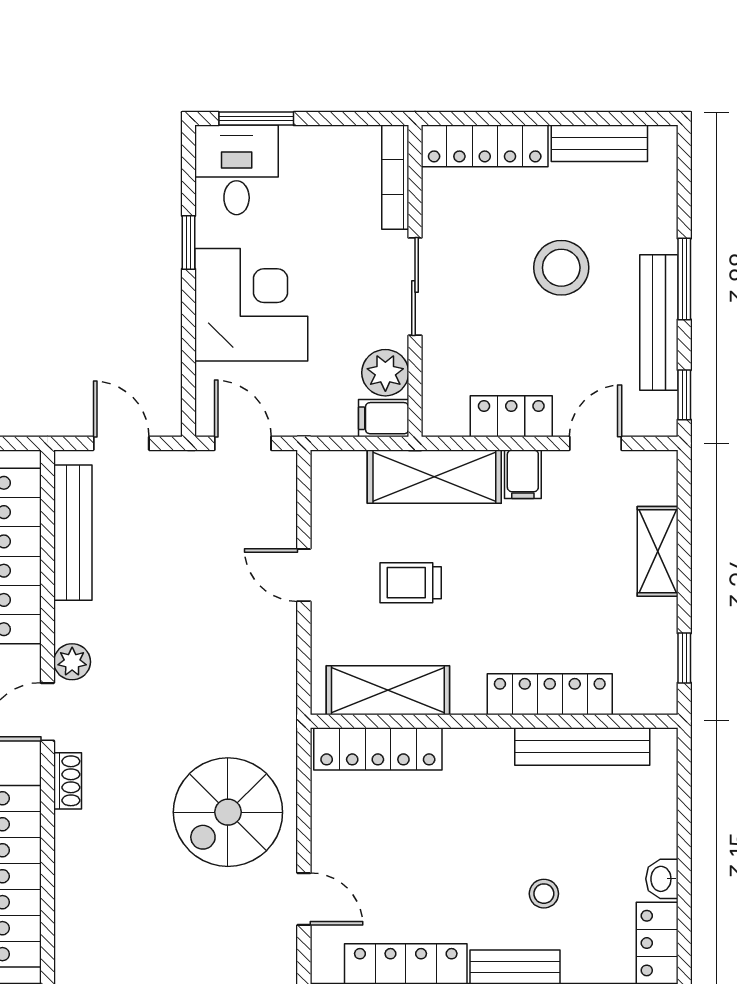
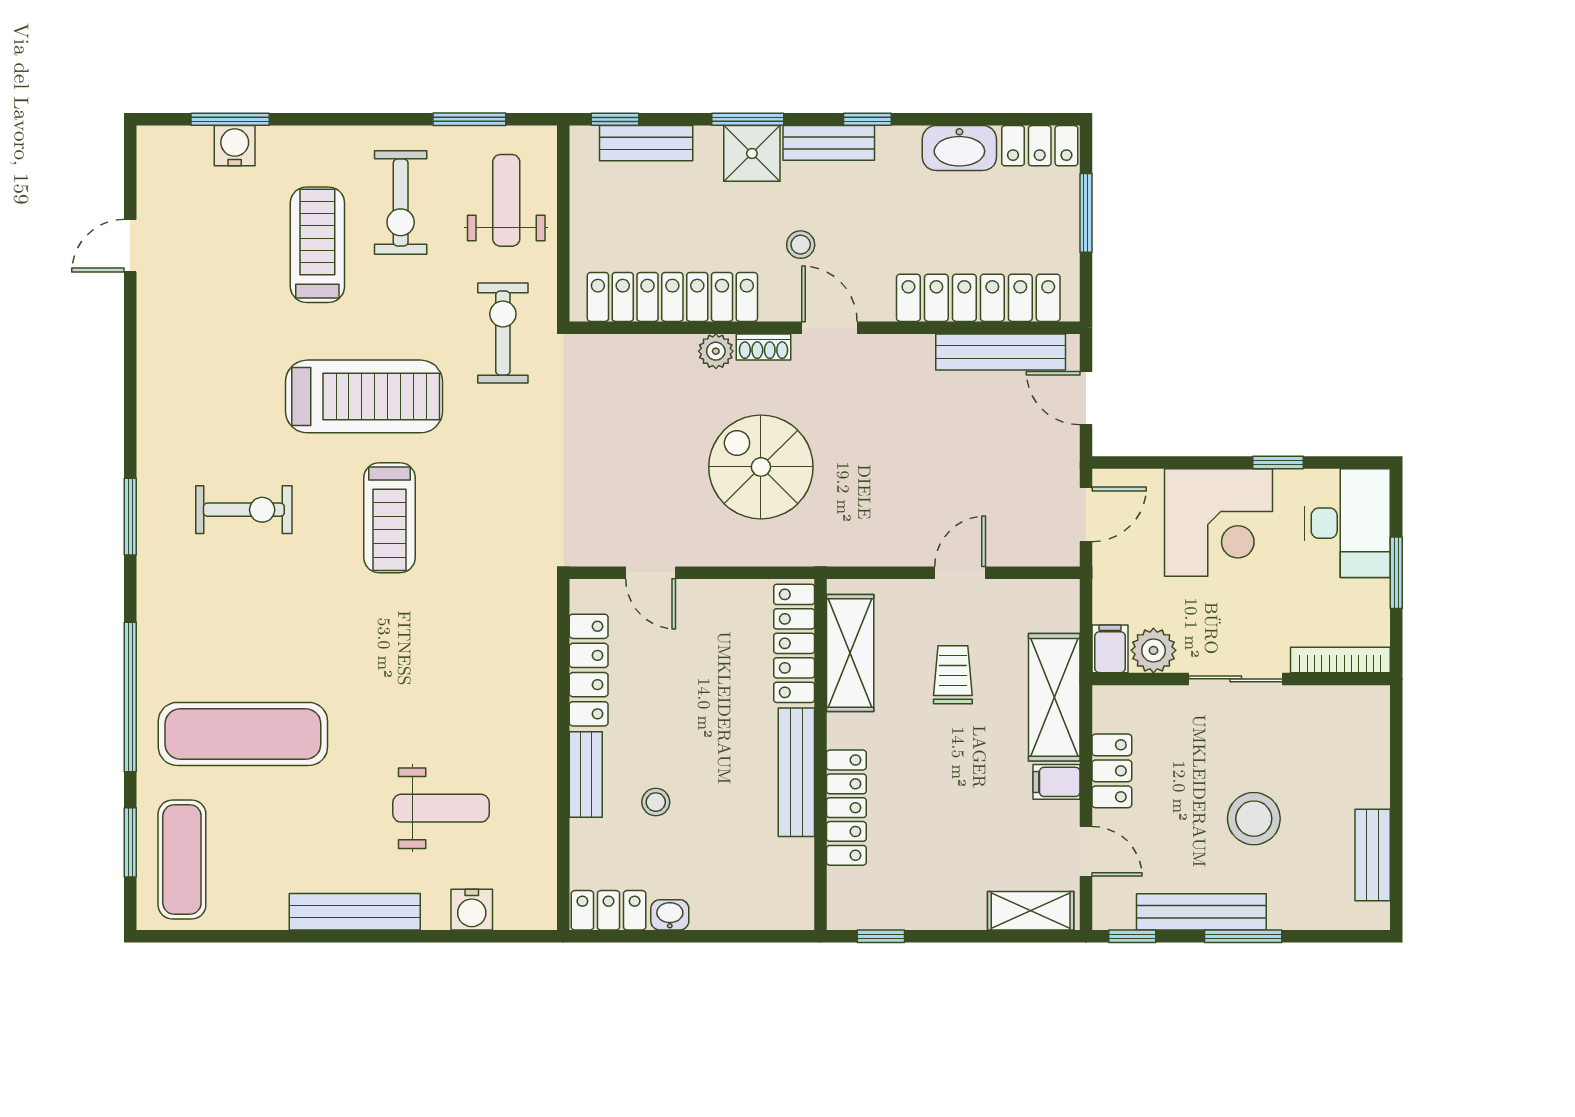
window: (256, 119) -> (1396, 573), moved
locker: (485, 146) -> (1370, 745), removed
desk: (237, 170) -> (1347, 523), width x1.37
door: (121, 443) -> (1086, 398), swing flipped
shelving: (658, 551) -> (1031, 911), moved
plant: (72, 662) -> (716, 351), moved
bench: (582, 746) -> (796, 772), moved
spiral stairs: (228, 812) -> (761, 467), moved
door: (304, 899) -> (651, 573), hinge flipped

